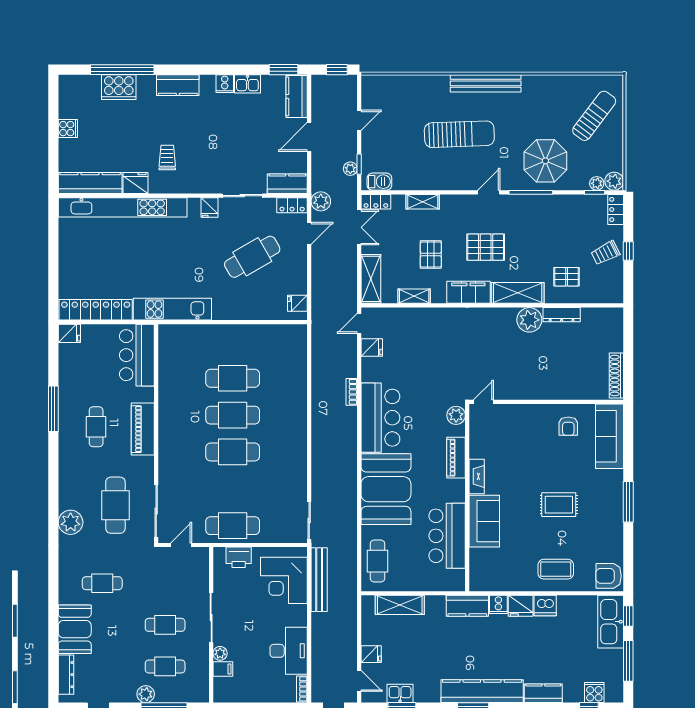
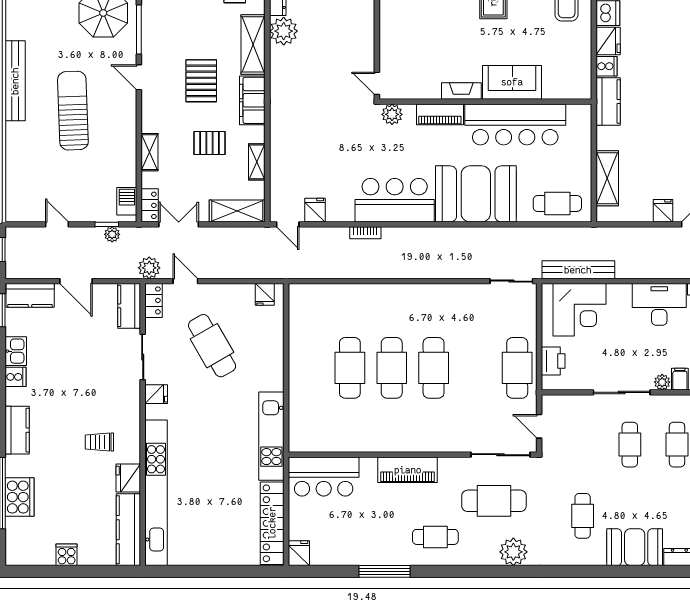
cafe table: (96, 427) -> (435, 537), moved
bar counter: (447, 536) -> (515, 124), width x1.36

